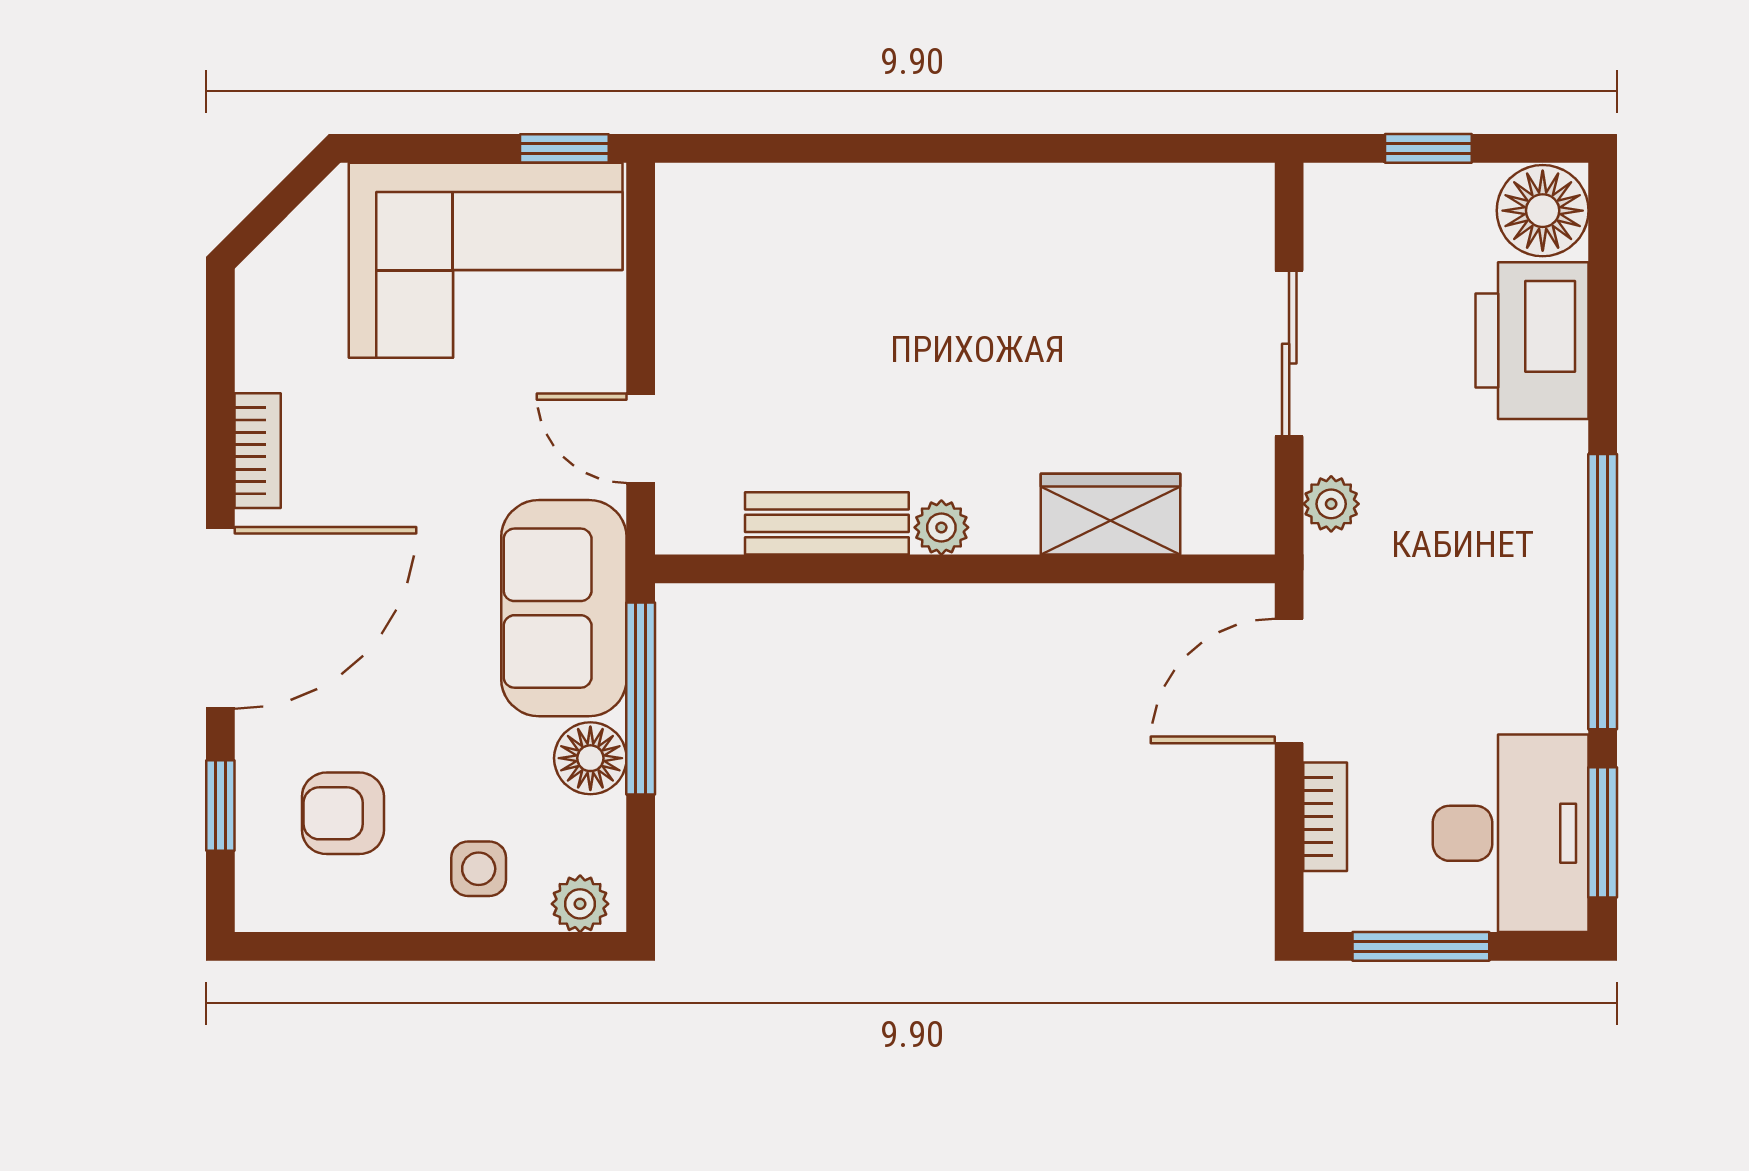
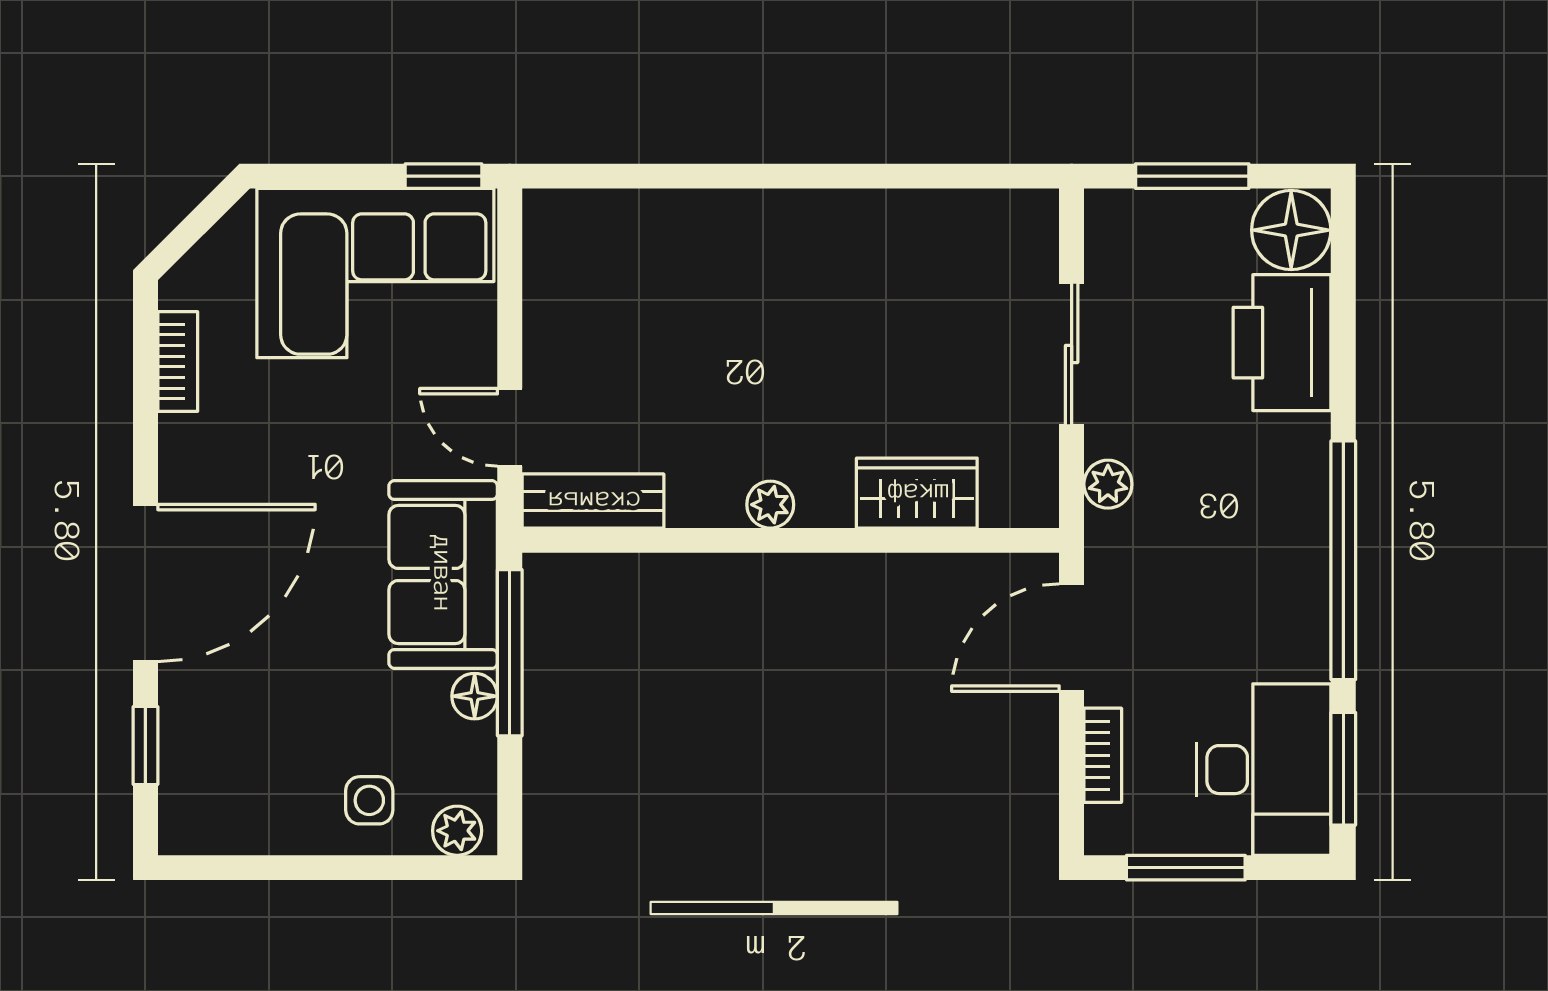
window: (1428, 148) -> (1192, 176), width x1.50
bookcase: (258, 451) -> (178, 362), moved
bench: (827, 523) -> (593, 501), moved
floor lamp: (590, 758) -> (475, 696), width x0.73, depth x0.73
armchair: (343, 813) -> (252, 752), removed

